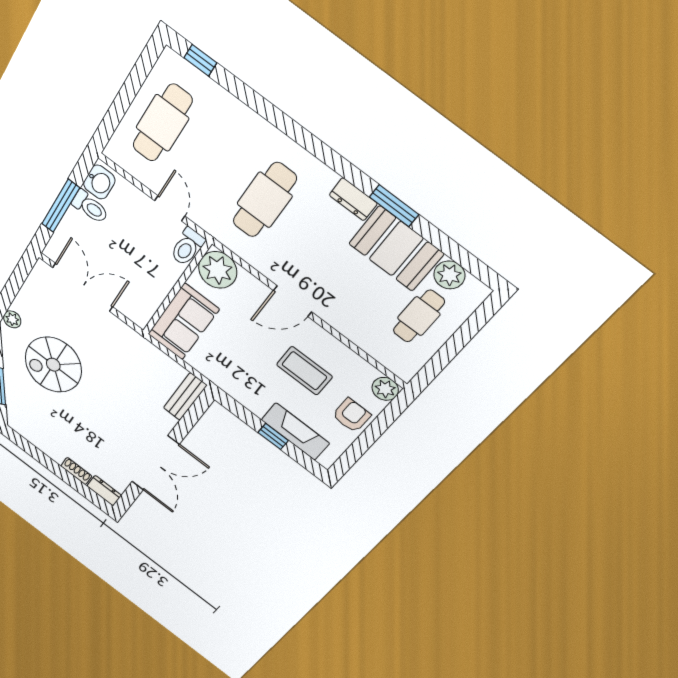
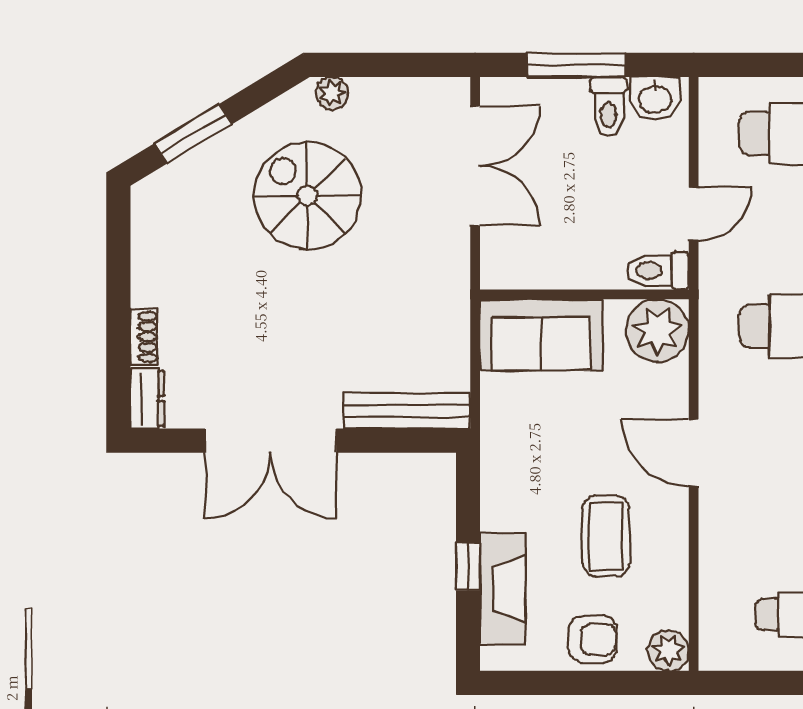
bench: (185, 397) -> (407, 411), width x1.36

